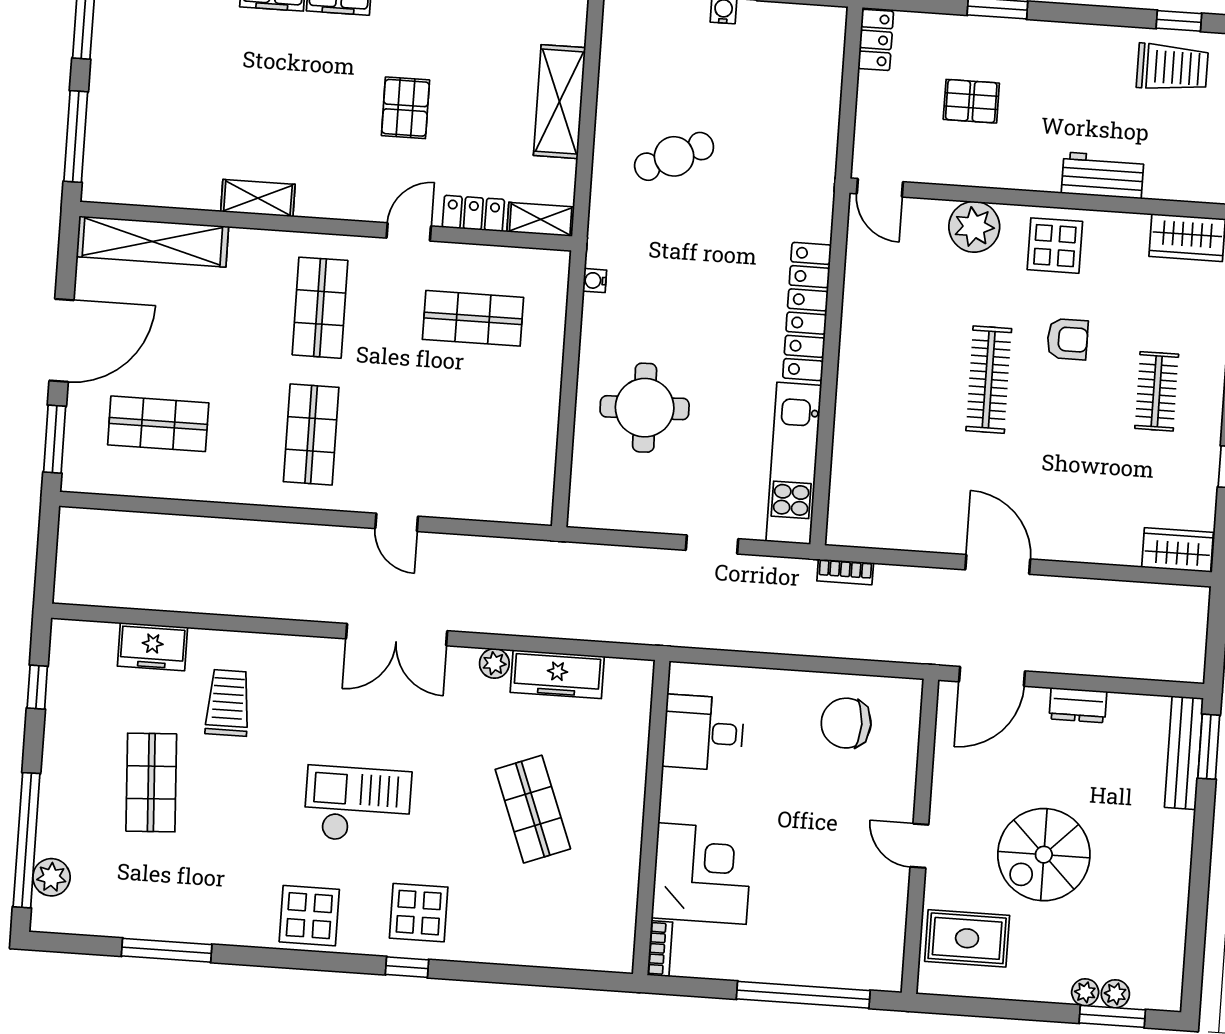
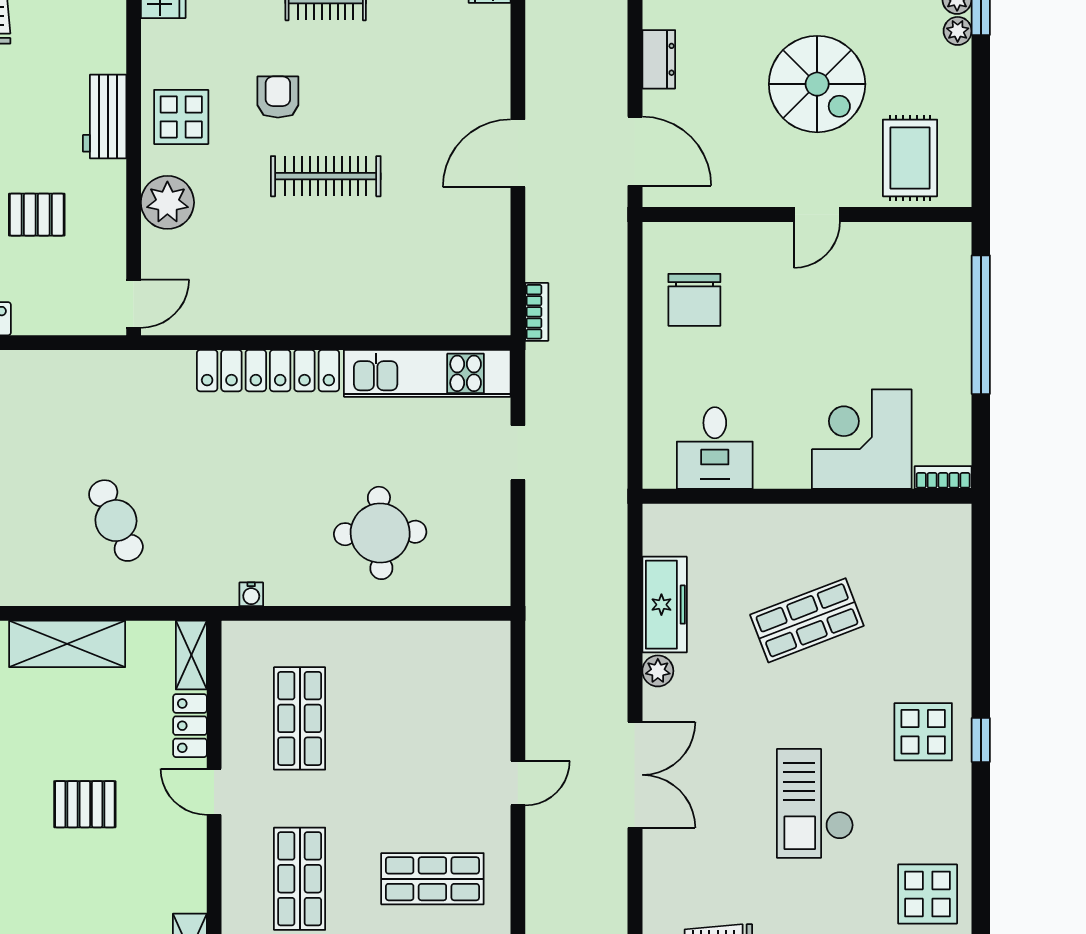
pallet: (971, 101) -> (37, 215), turned 90
workbench: (1103, 175) -> (105, 116), moved
shop shelf: (320, 308) -> (300, 879), turned 90
display table: (309, 916) -> (928, 894), moved

